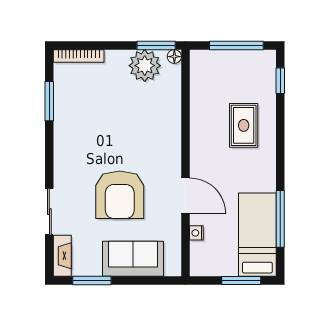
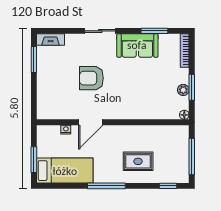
window: (156, 45) -> (192, 87), moved
plant: (145, 66) -> (183, 90), width x0.53, depth x0.53
armchair: (120, 195) -> (91, 78), width x0.73, depth x0.73
sliding door: (49, 212) -> (100, 31), moved
window: (280, 219) -> (106, 186), moved
sofa: (133, 259) -> (137, 45), moved, turned 90

